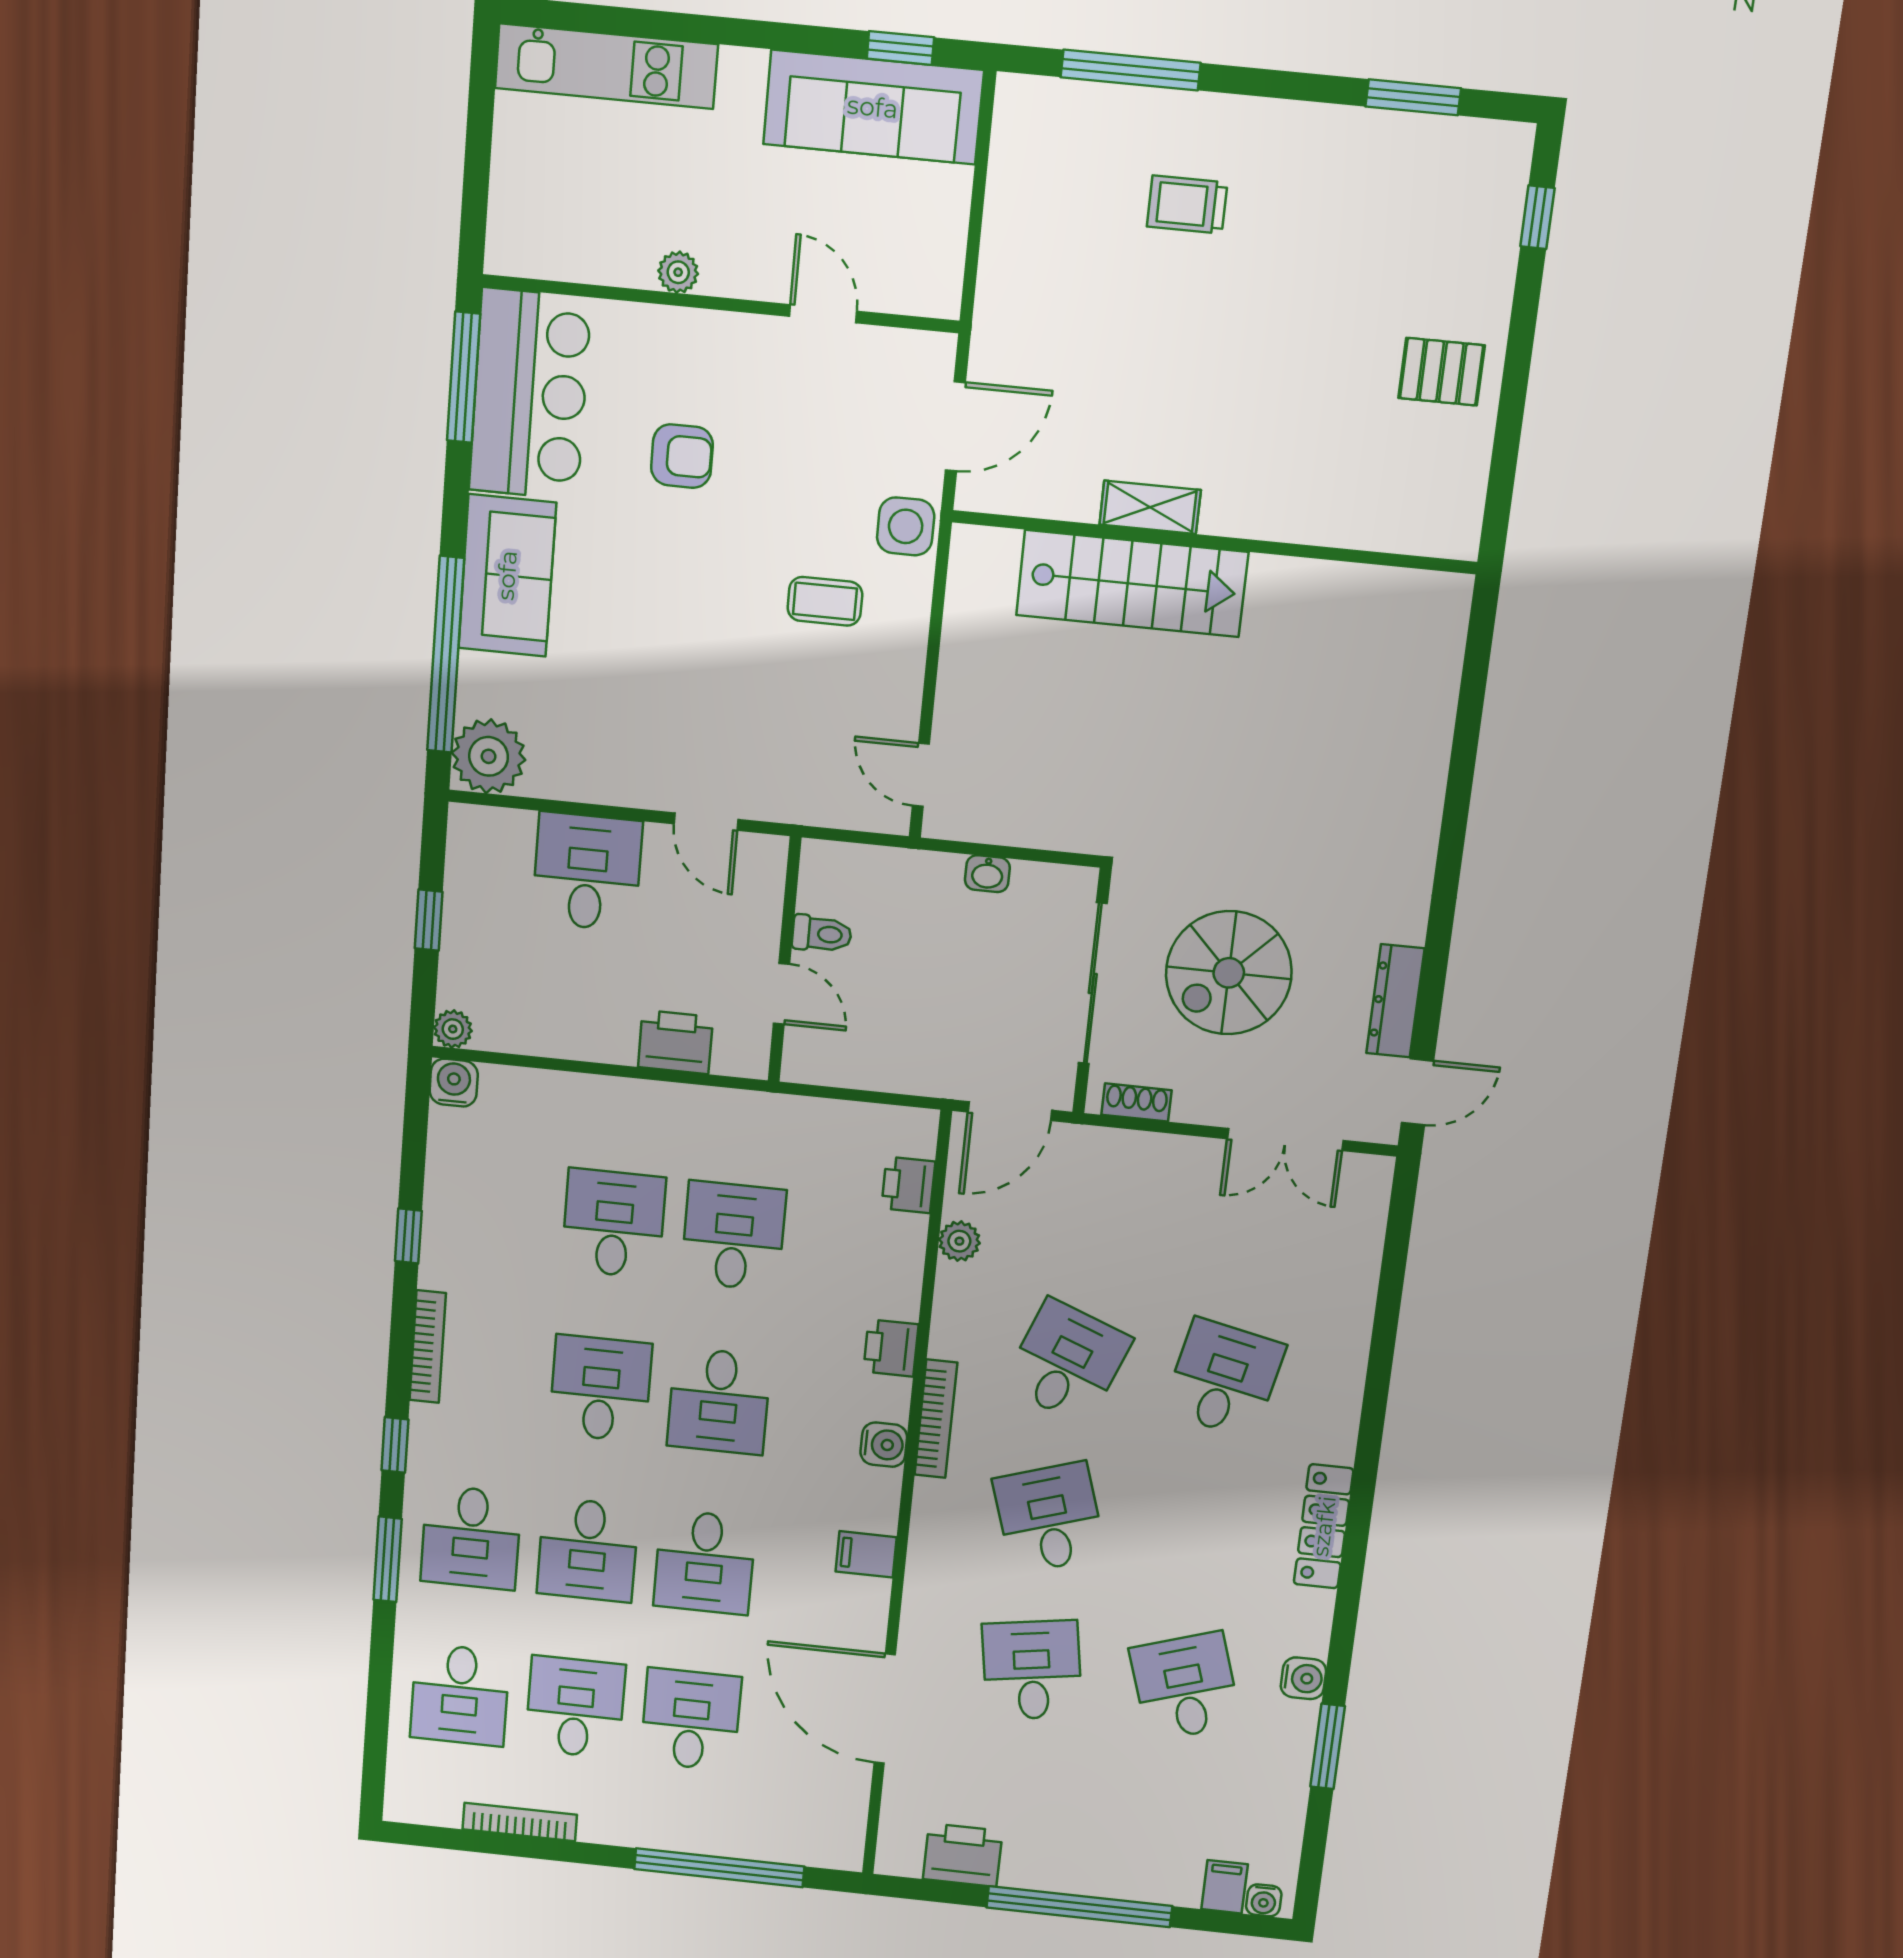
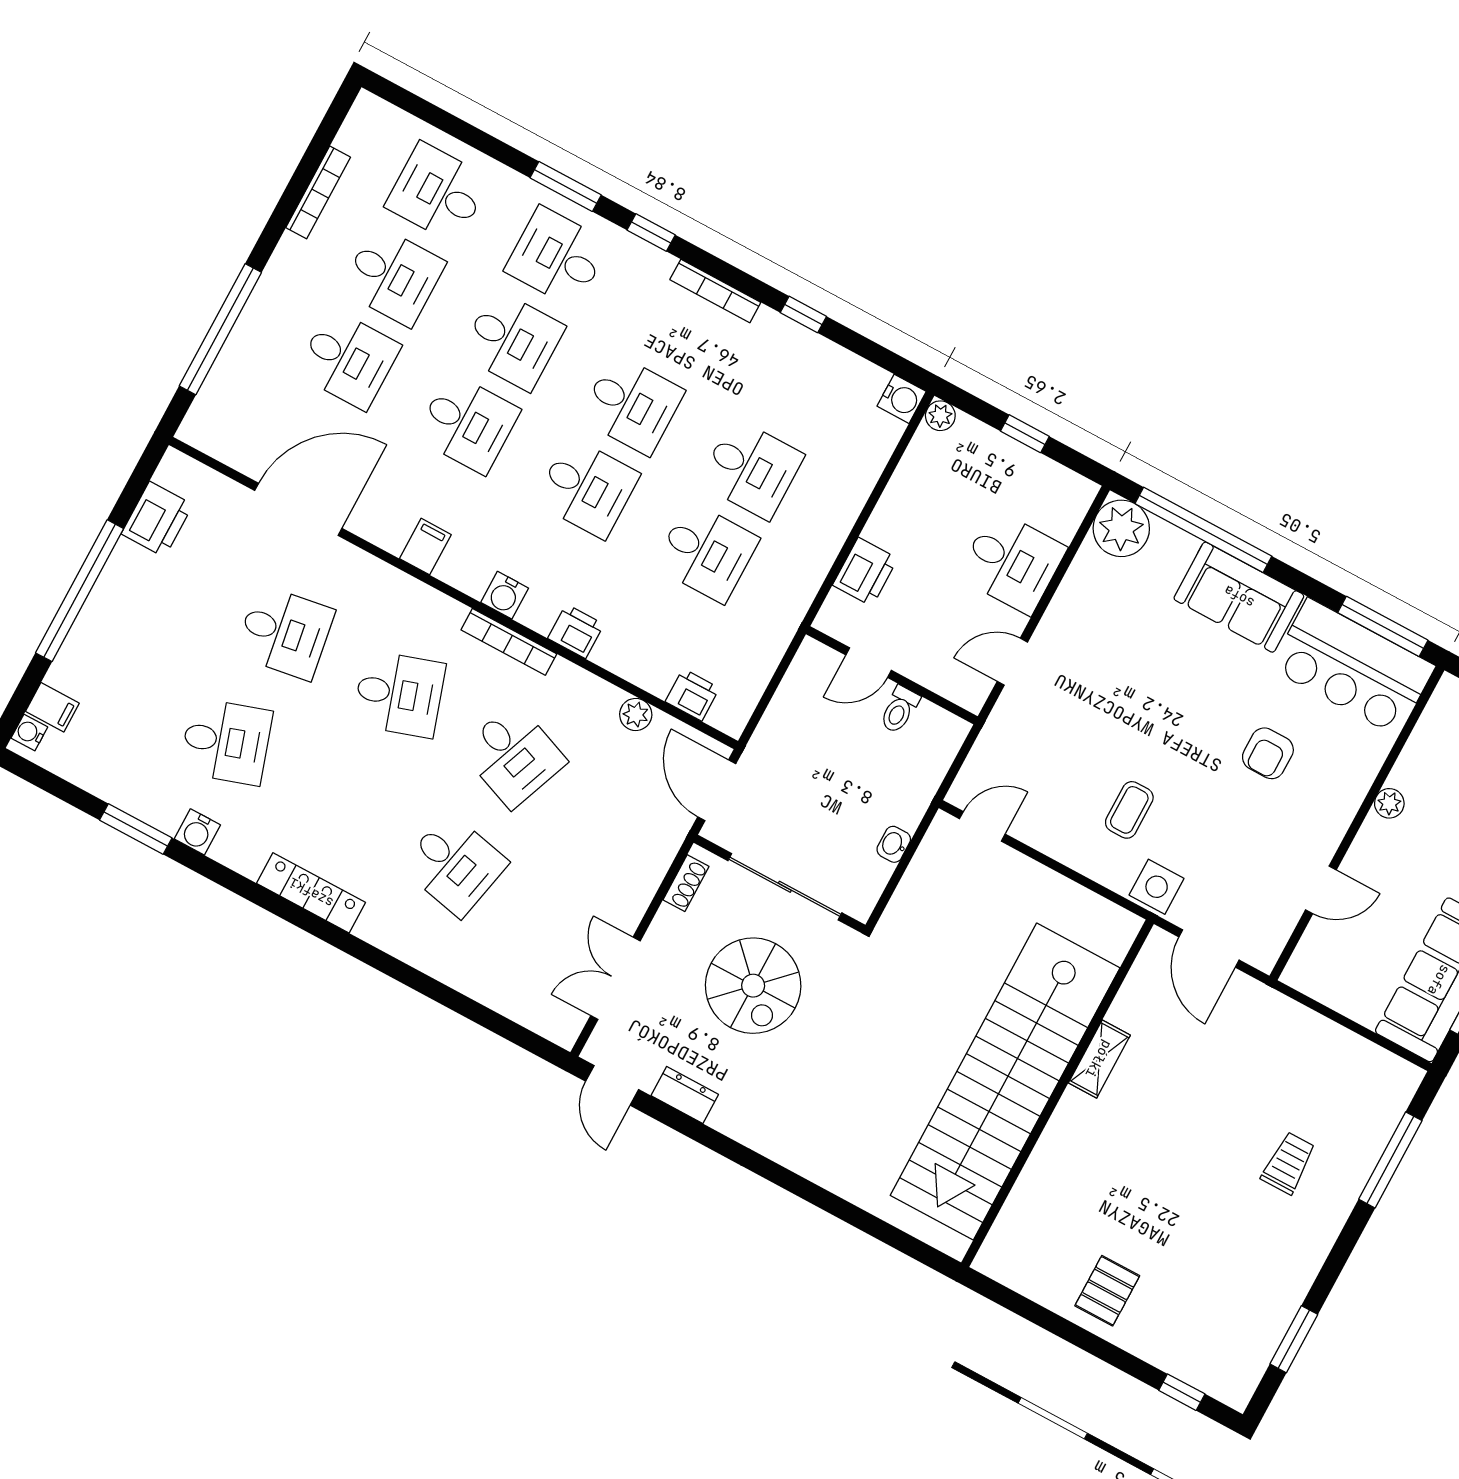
stairs: (1132, 584) -> (1005, 1082), width x1.86, depth x1.51
spiral stairs: (1229, 973) -> (753, 986), turned 180
dresser: (1395, 1001) -> (685, 1095), width x0.70
desk: (719, 1401) -> (587, 488), turned 180
desk: (588, 1550) -> (512, 340), turned 180
desk: (705, 1562) -> (468, 424), turned 180

